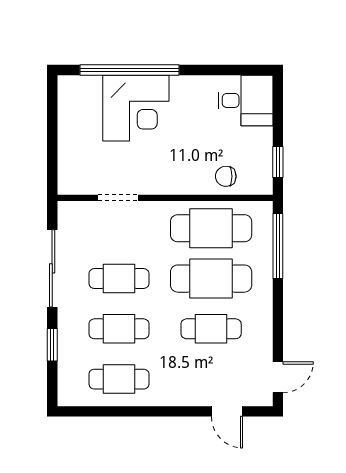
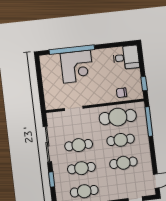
cafe table: (211, 279) -> (121, 140), width x0.73, depth x0.74

